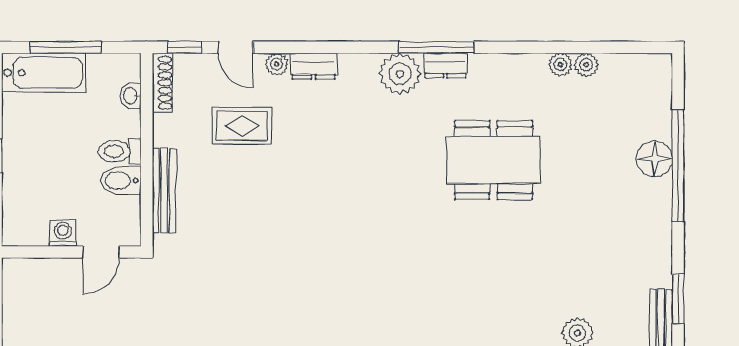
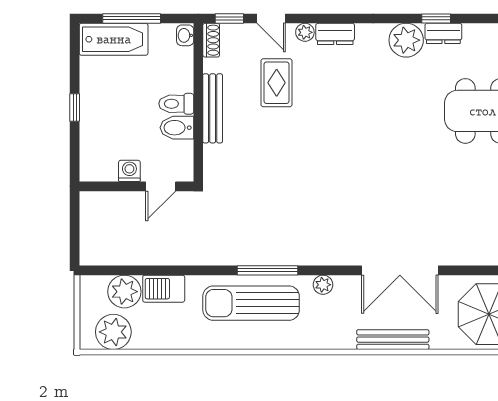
window: (437, 47) -> (436, 18), width x0.46
shoe rack: (162, 83) -> (211, 40), width x0.70
washbasin: (131, 96) -> (185, 35), moved
rug: (242, 126) -> (277, 83), turned 90
bench: (164, 191) -> (213, 108), moved

